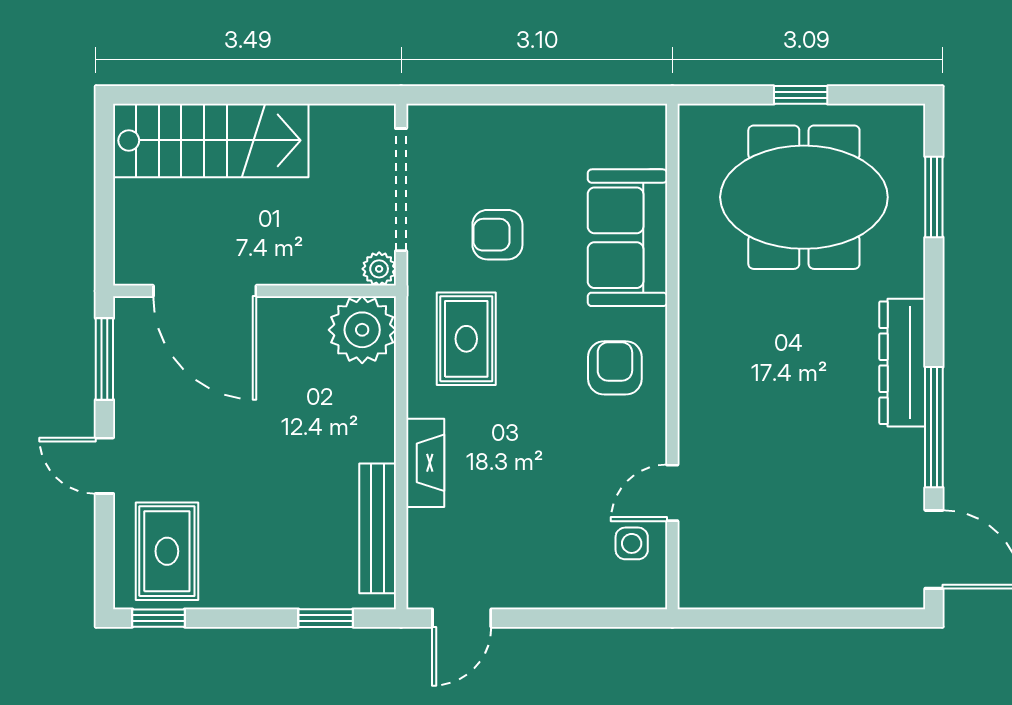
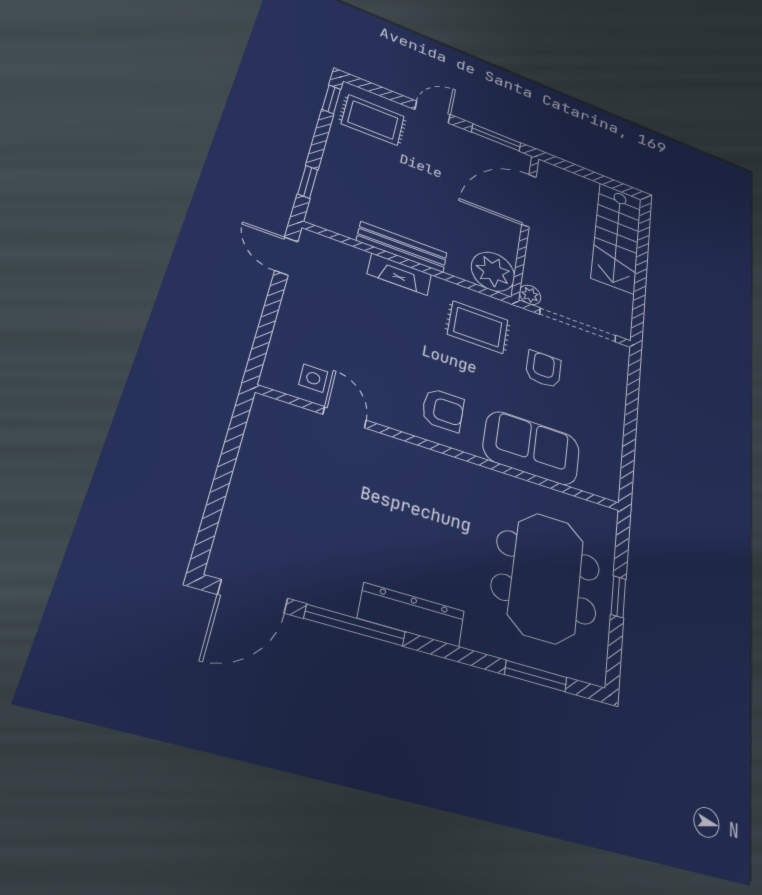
bench: (378, 528) -> (402, 247), moved

